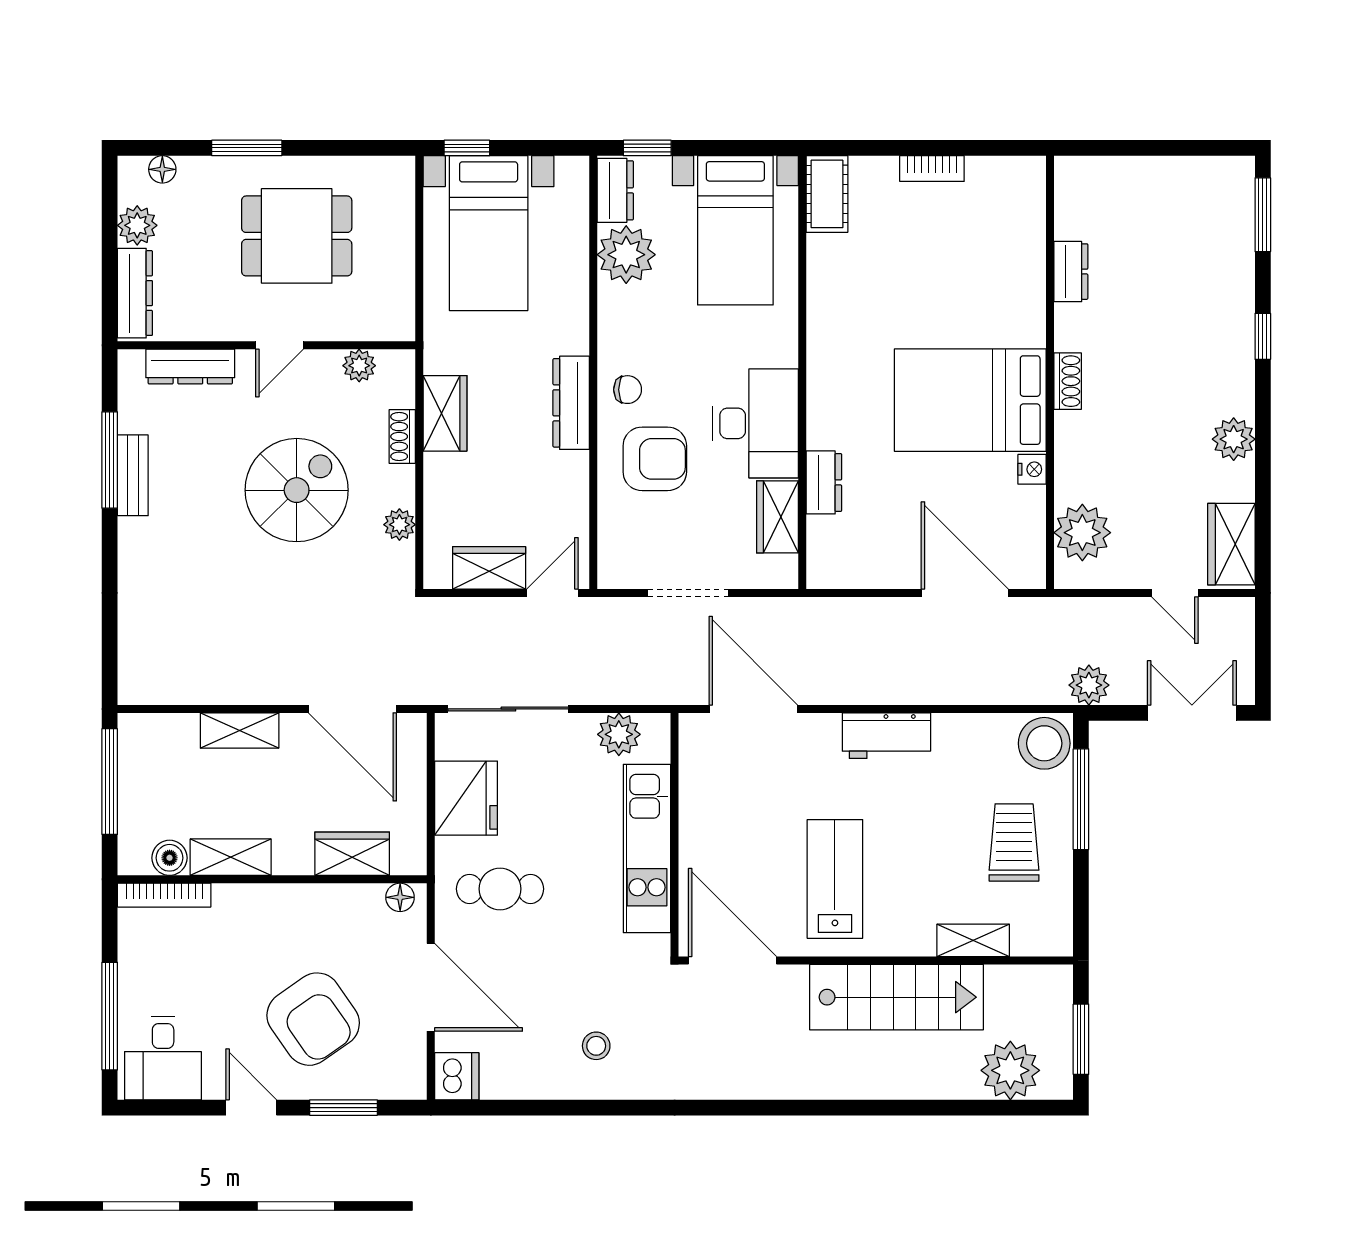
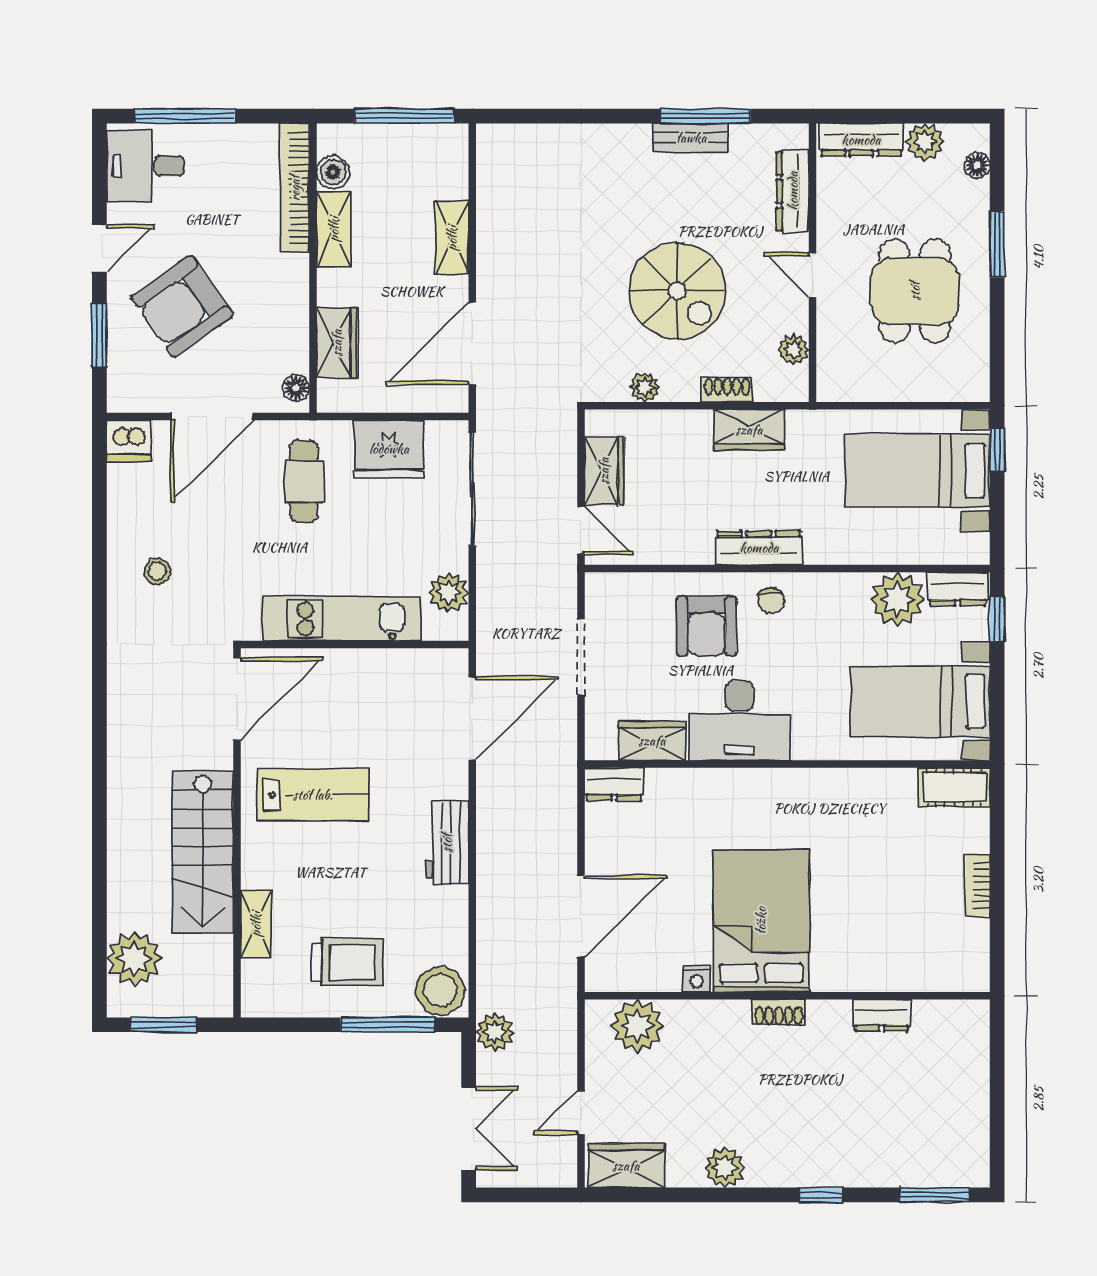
dresser: (824, 482) -> (614, 784), moved
bookcase: (164, 895) -> (295, 188), width x1.48, depth x1.31

